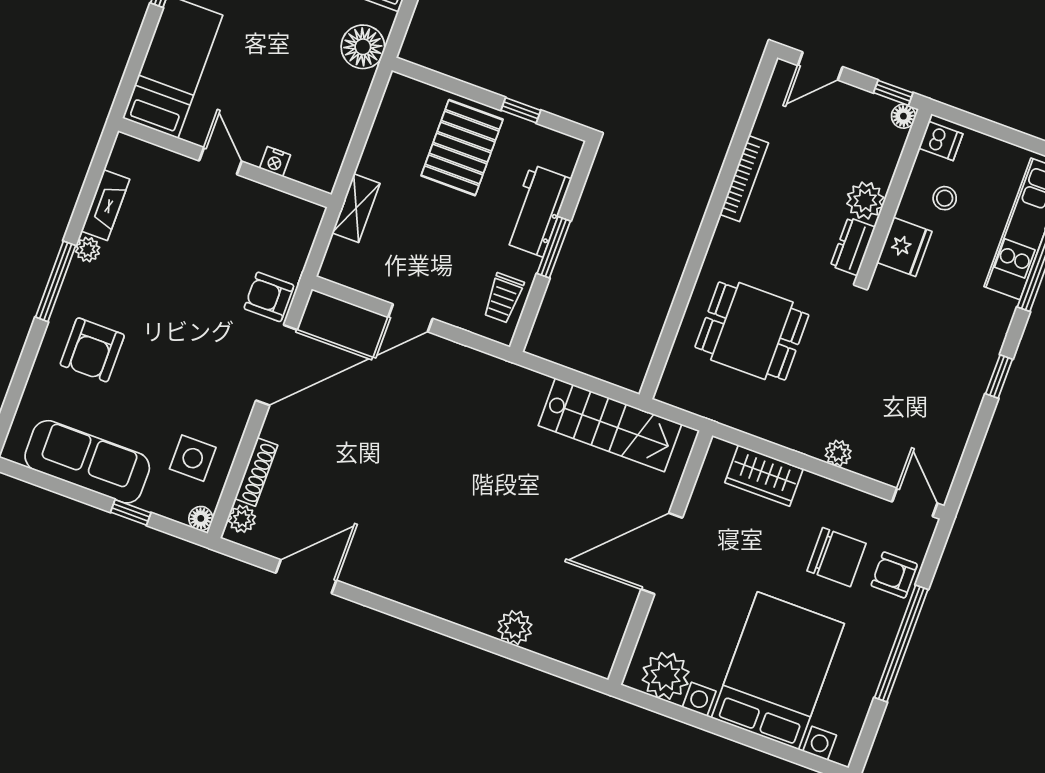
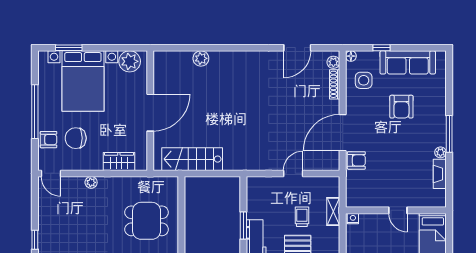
nightstand: (275, 162) -> (353, 219), moved
trolley: (503, 298) -> (302, 217), moved
armchair: (92, 350) -> (401, 107), moved, turned 180
window: (782, 751) -> (69, 48), added

